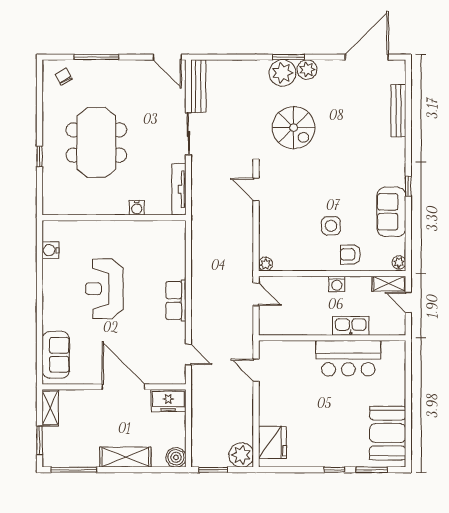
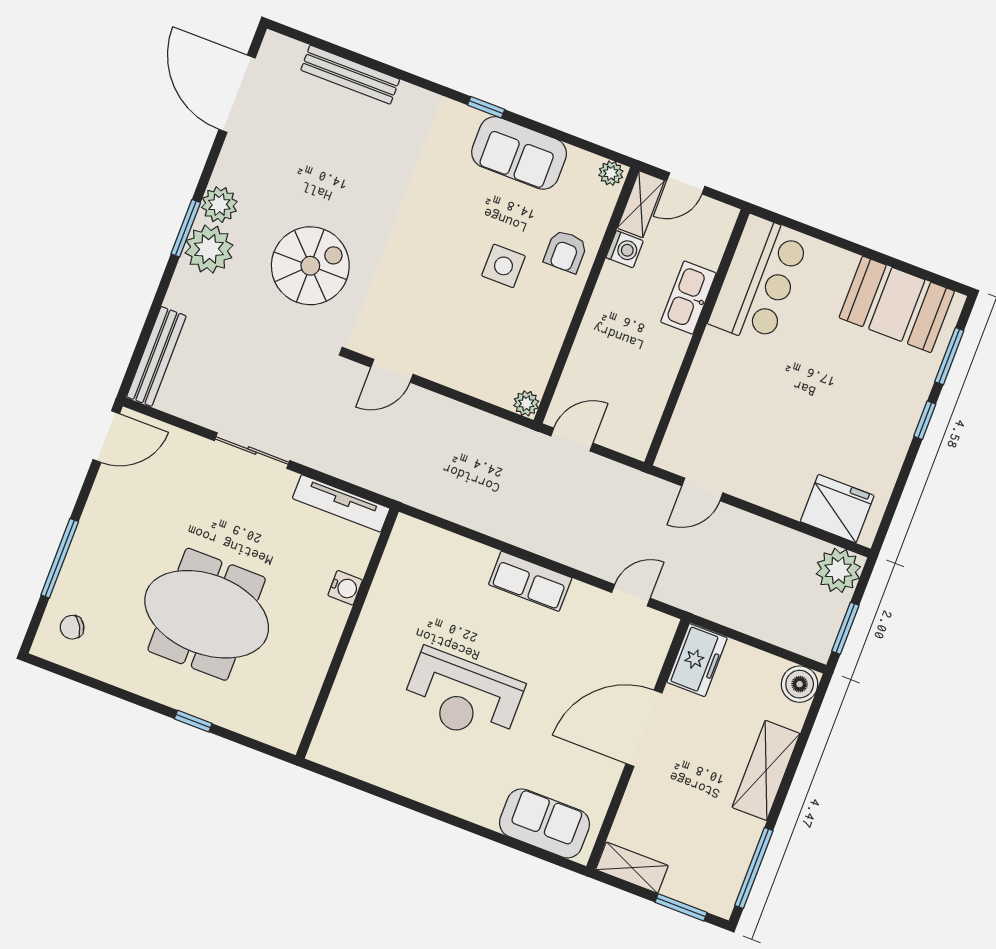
bench: (198, 86) -> (156, 356), moved, turned 90
water cooler: (50, 250) -> (361, 764), removed
washing machine: (337, 284) -> (625, 249), moved
bar counter: (348, 358) -> (759, 280), moved

